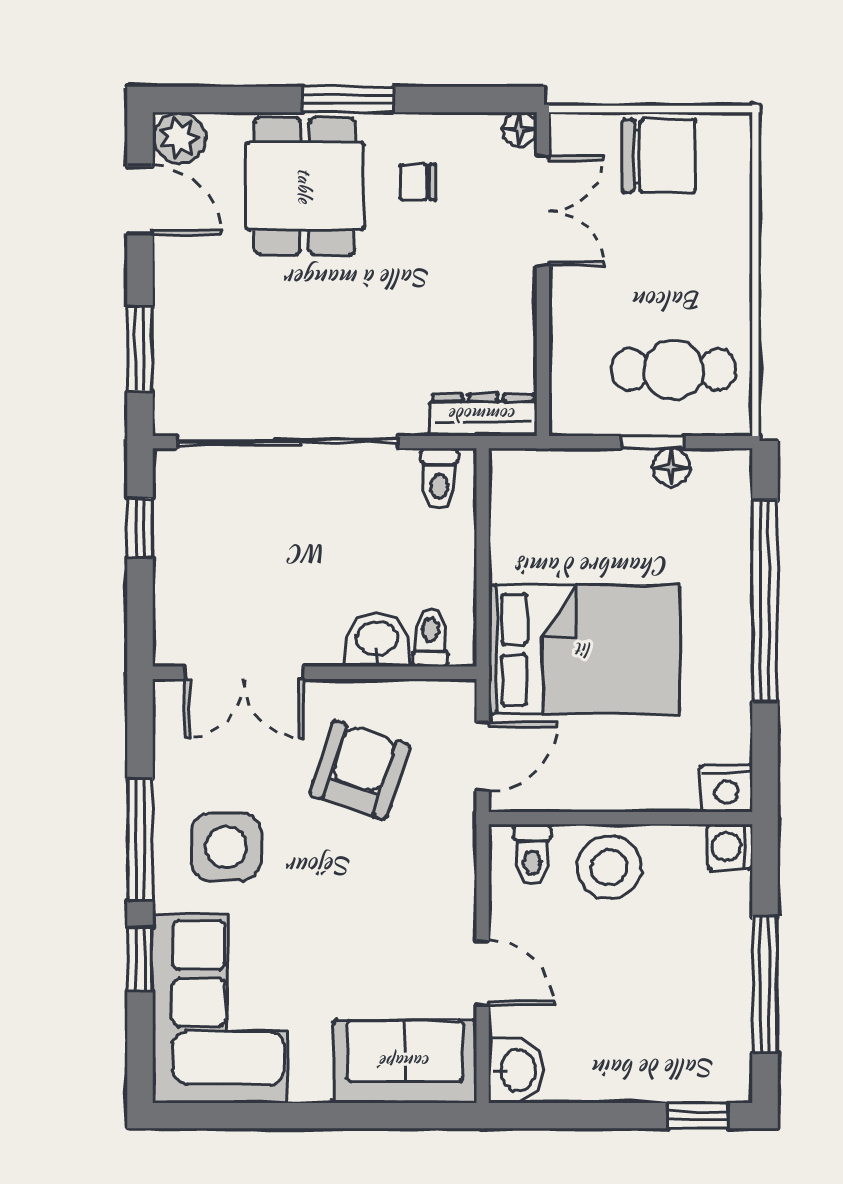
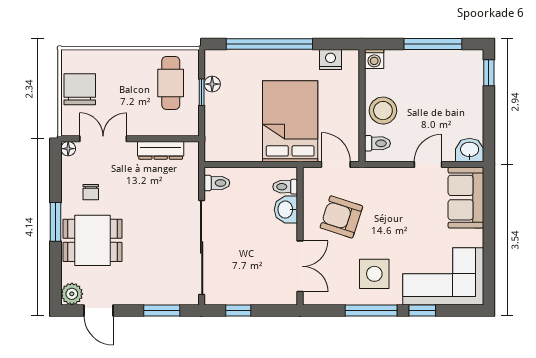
door: (140, 200) -> (99, 311), swing flipped
dresser: (483, 415) -> (161, 150), moved, turned -90
nightstand: (727, 789) -> (331, 59), moved, turned -90

